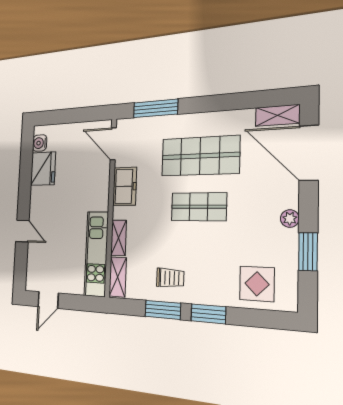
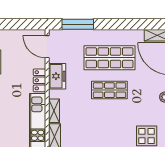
locker: (101, 193) -> (40, 80), added
trolley: (170, 278) -> (92, 135), removed

